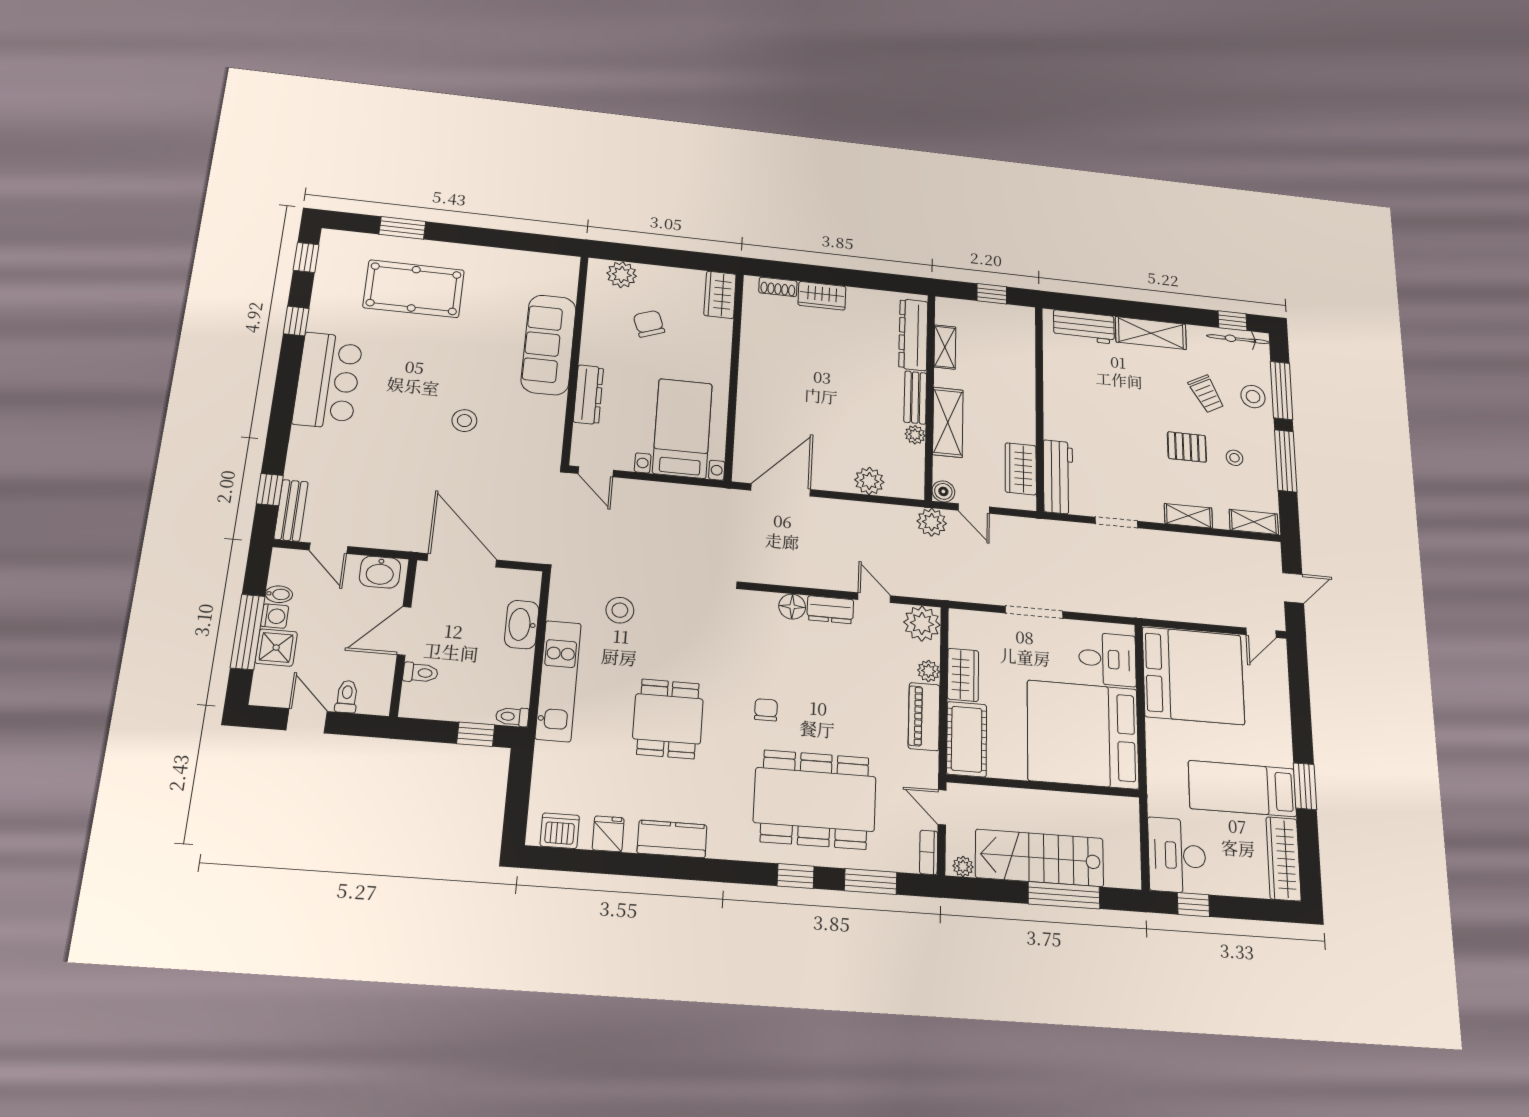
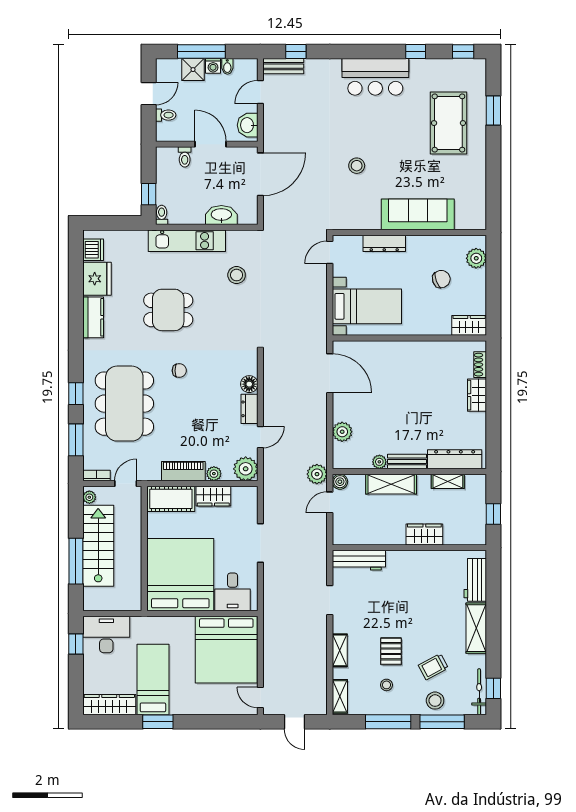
wardrobe: (1021, 469) -> (424, 534), moved
fridge: (608, 834) -> (97, 279), width x1.88, depth x1.34

